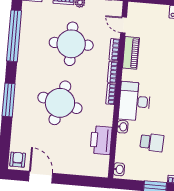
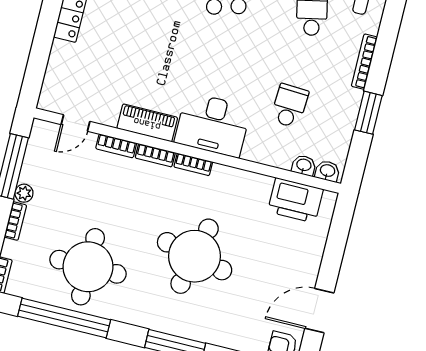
round table: (71, 44) -> (88, 267), moved
piano: (131, 53) -> (147, 123), moved
washbasin: (123, 127) -> (304, 165), moved
printer: (101, 140) -> (295, 200), moved

